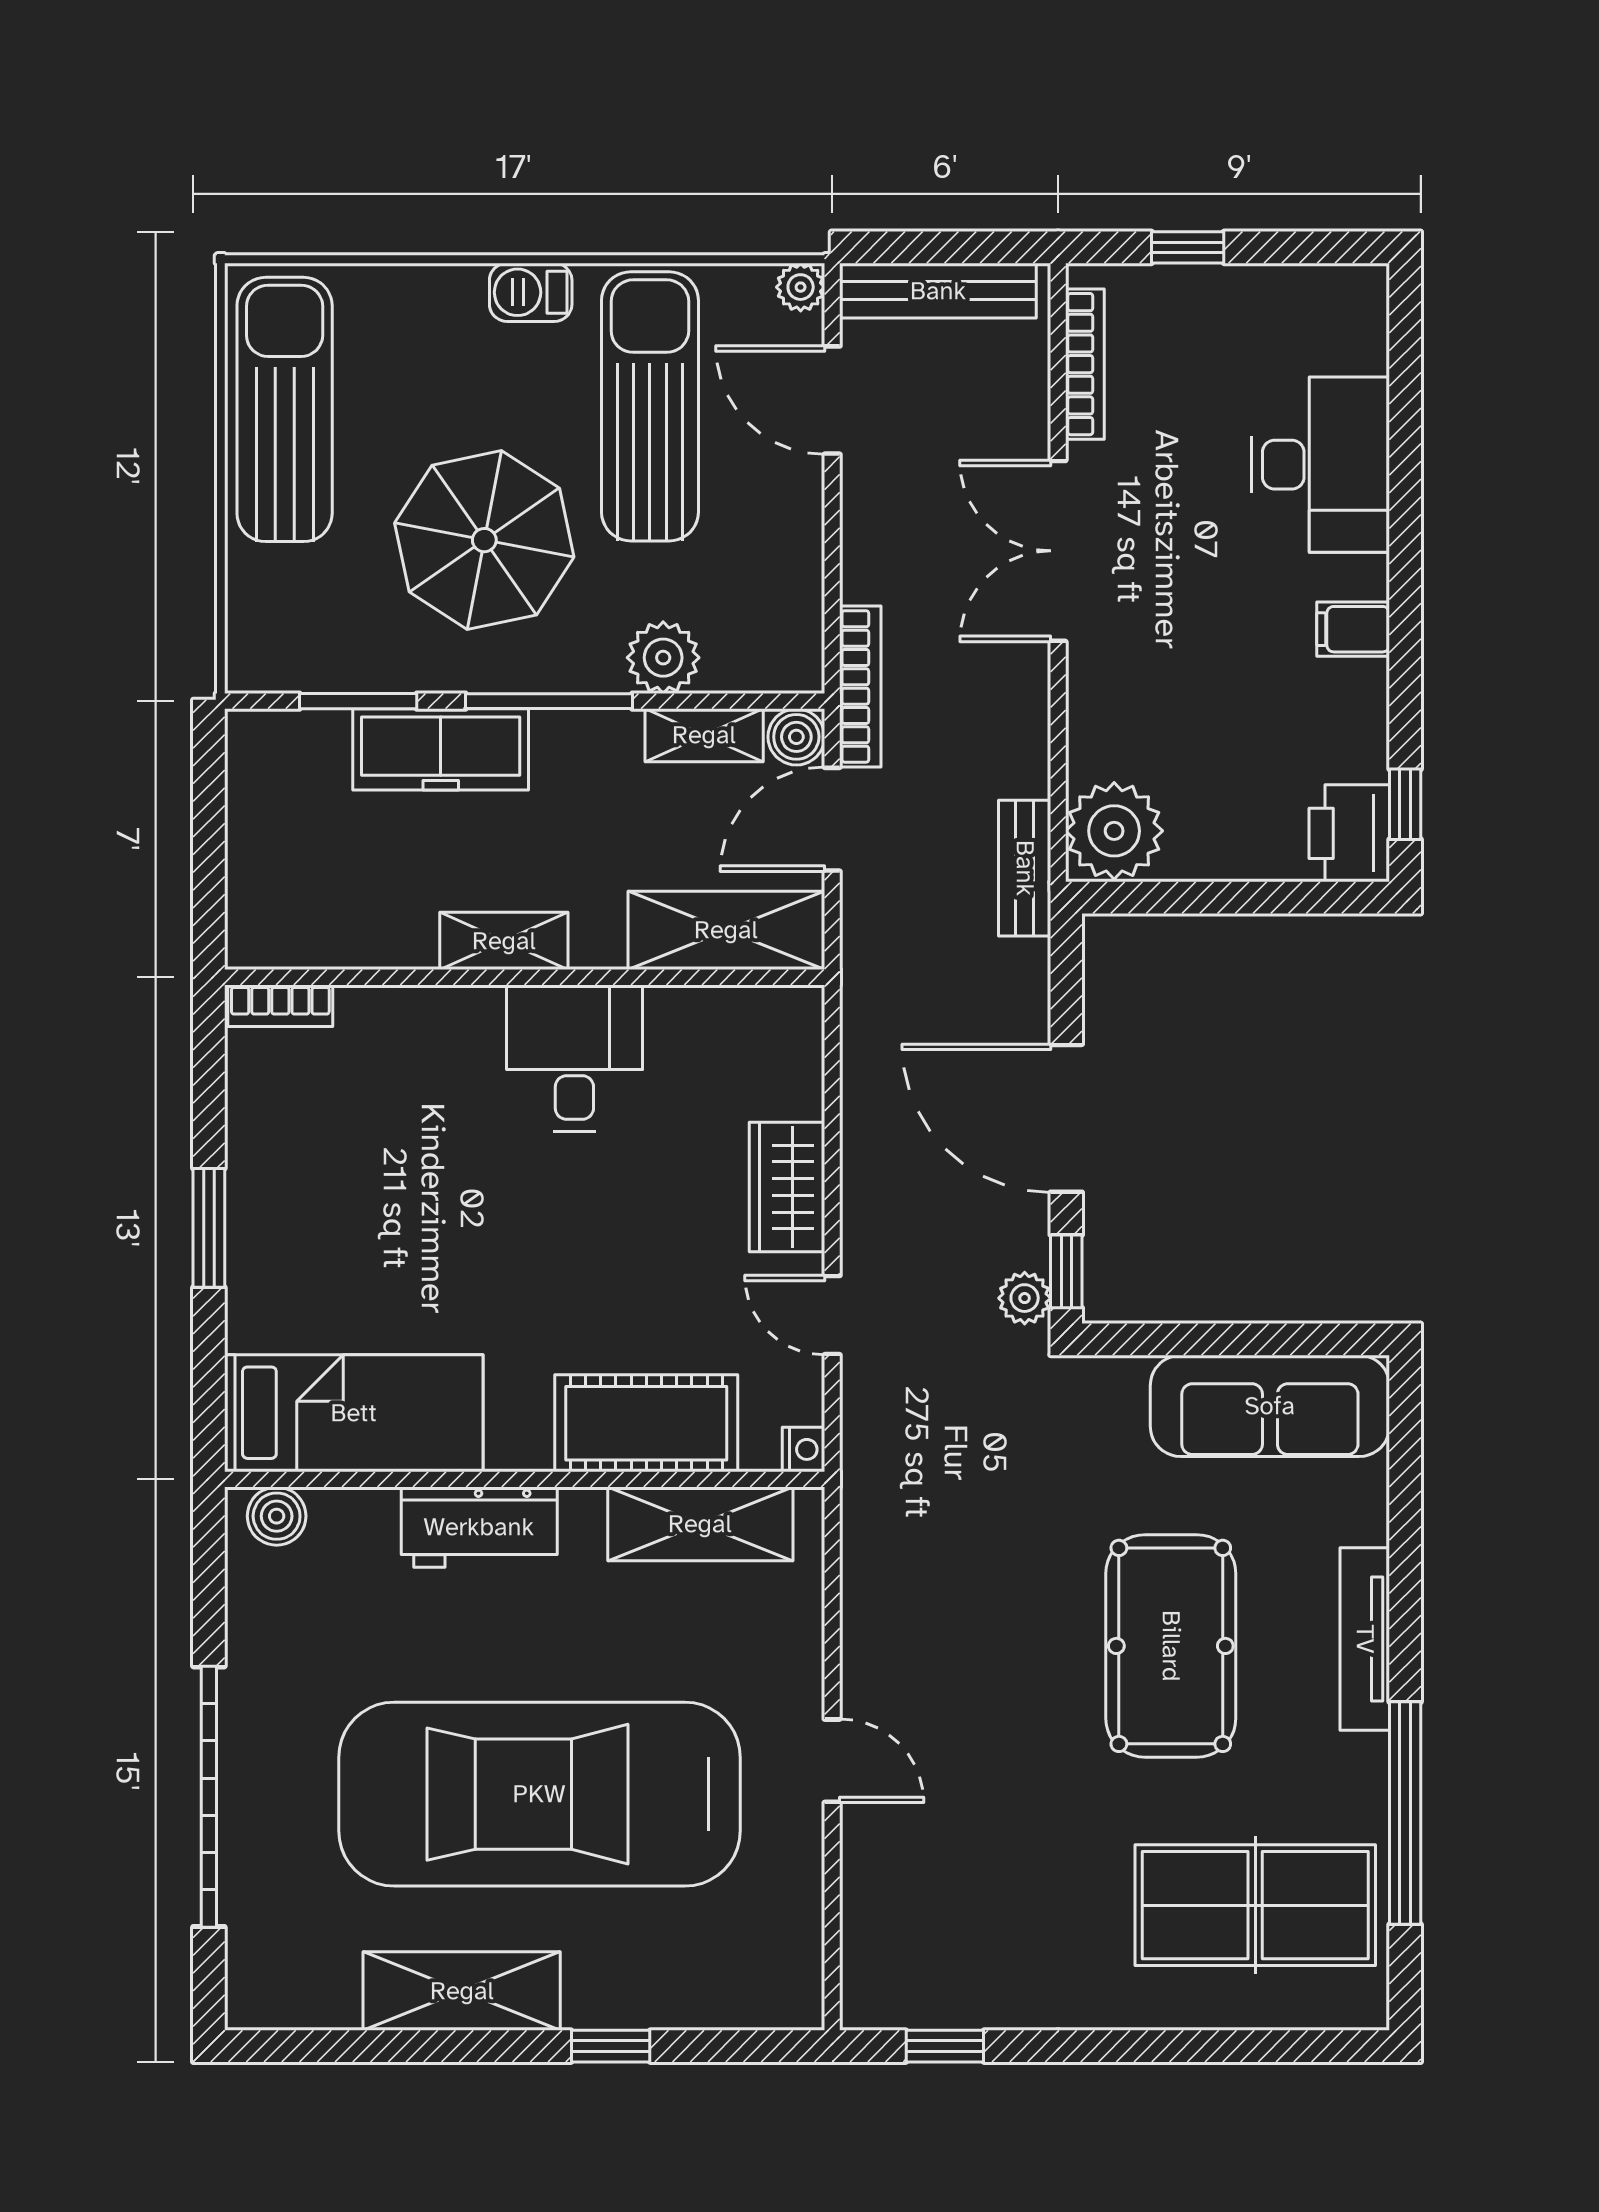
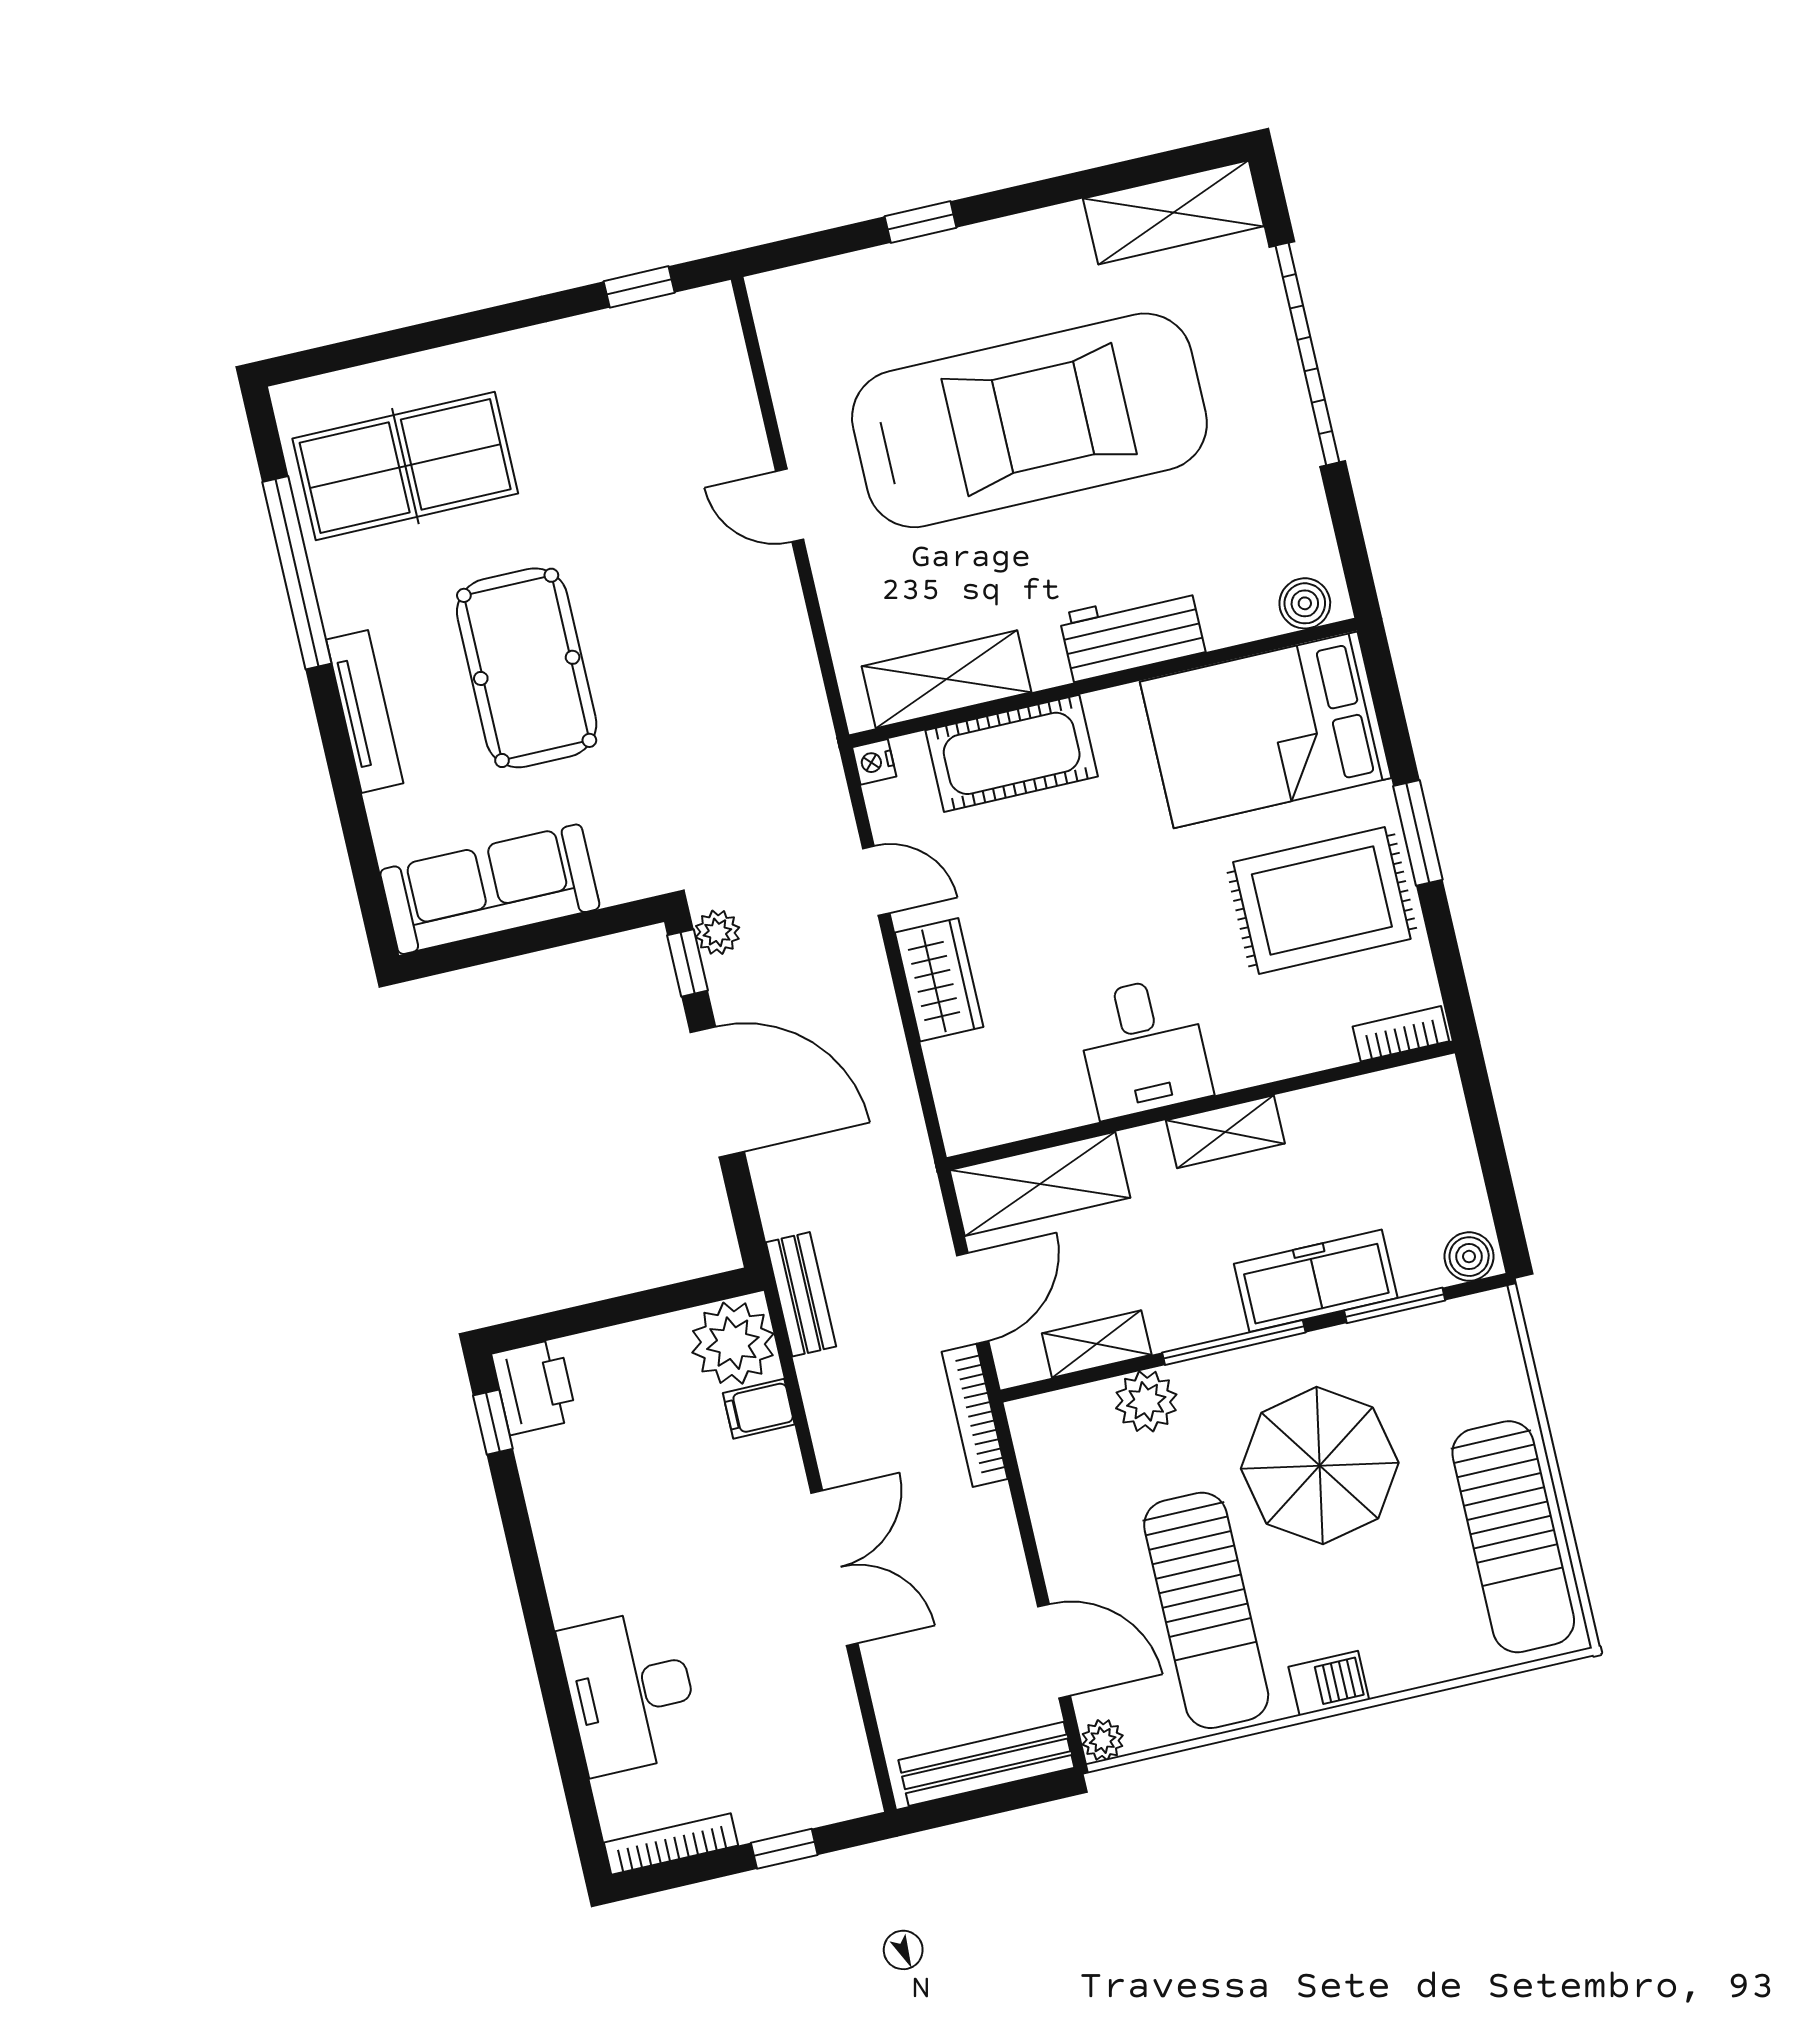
bookcase: (1085, 364) -> (671, 1844), moved, turned 90
filing cabinet: (1353, 629) -> (759, 1409), moved, turned 180
boiler: (796, 737) -> (1469, 1257), moved
rug: (335, 1177) -> (1322, 900), added
bed: (354, 1413) -> (1266, 730), width x1.50
shelving: (462, 1991) -> (1173, 212), moved

